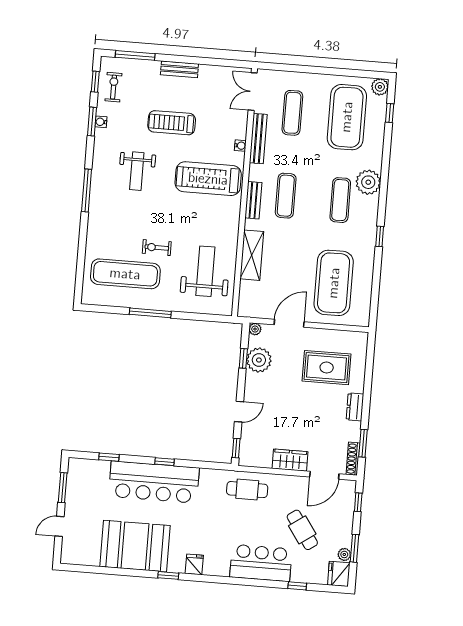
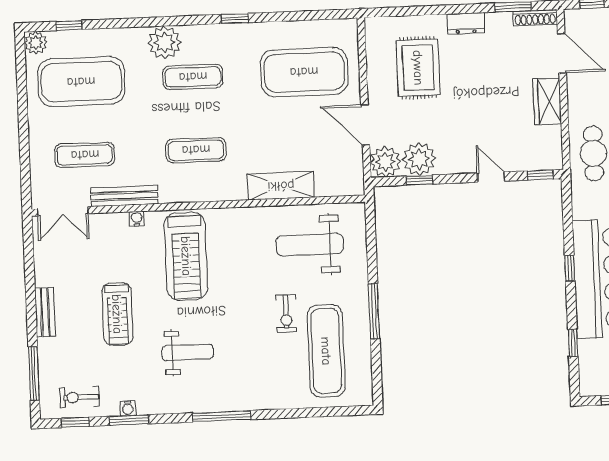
bench: (253, 200) -> (207, 193), removed
plant: (255, 329) -> (385, 162), width x1.87, depth x1.87

